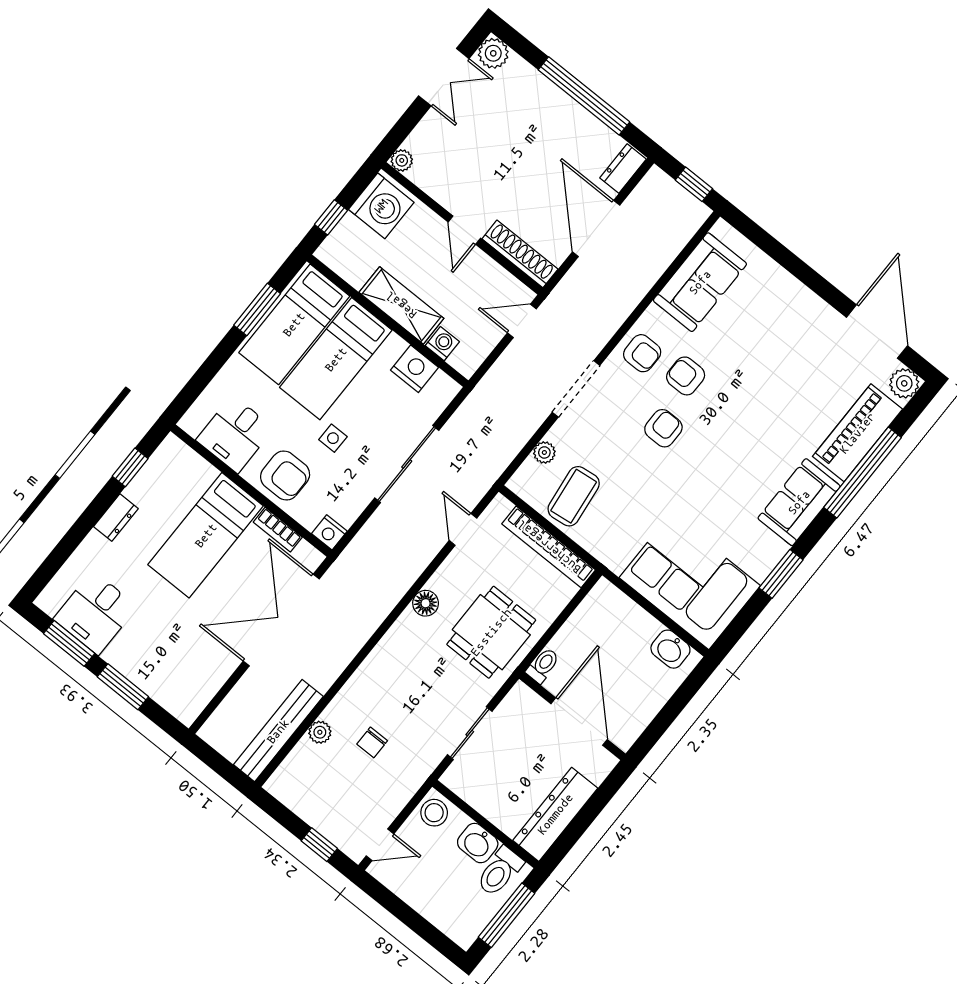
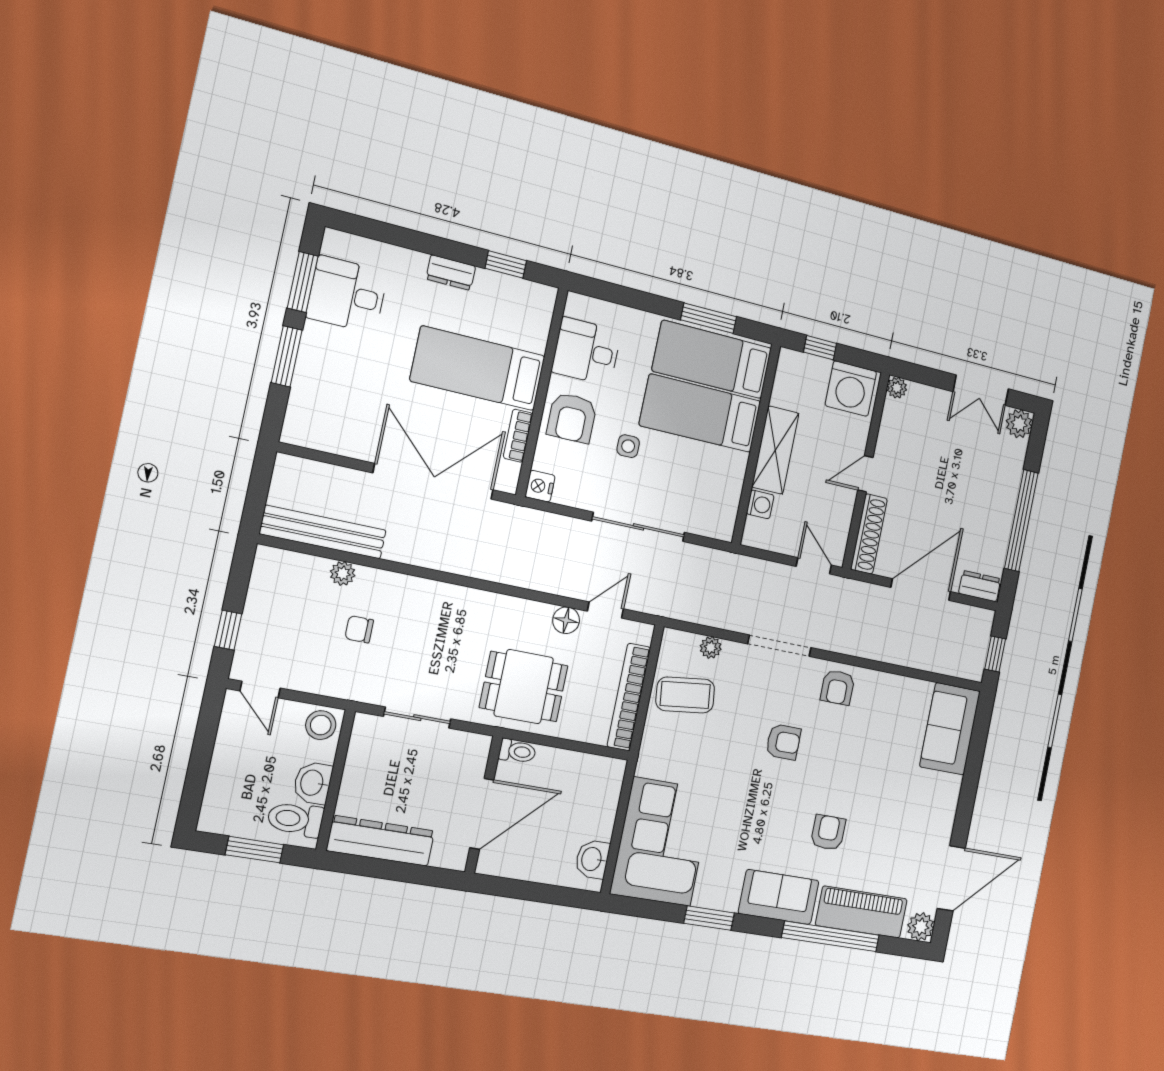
sofa: (700, 282) -> (950, 729), moved, turned 90
nightstand: (414, 369) -> (726, 490), removed
armchair: (686, 376) -> (828, 832), moved
floor lamp: (426, 603) -> (566, 620), moved
window: (507, 915) -> (254, 850), width x0.69

